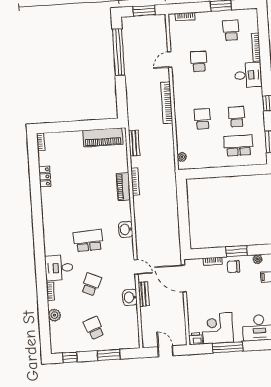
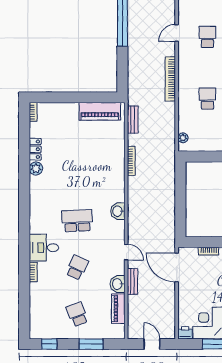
piano: (123, 187) -> (118, 309), moved
plant: (54, 315) -> (36, 168), moved

